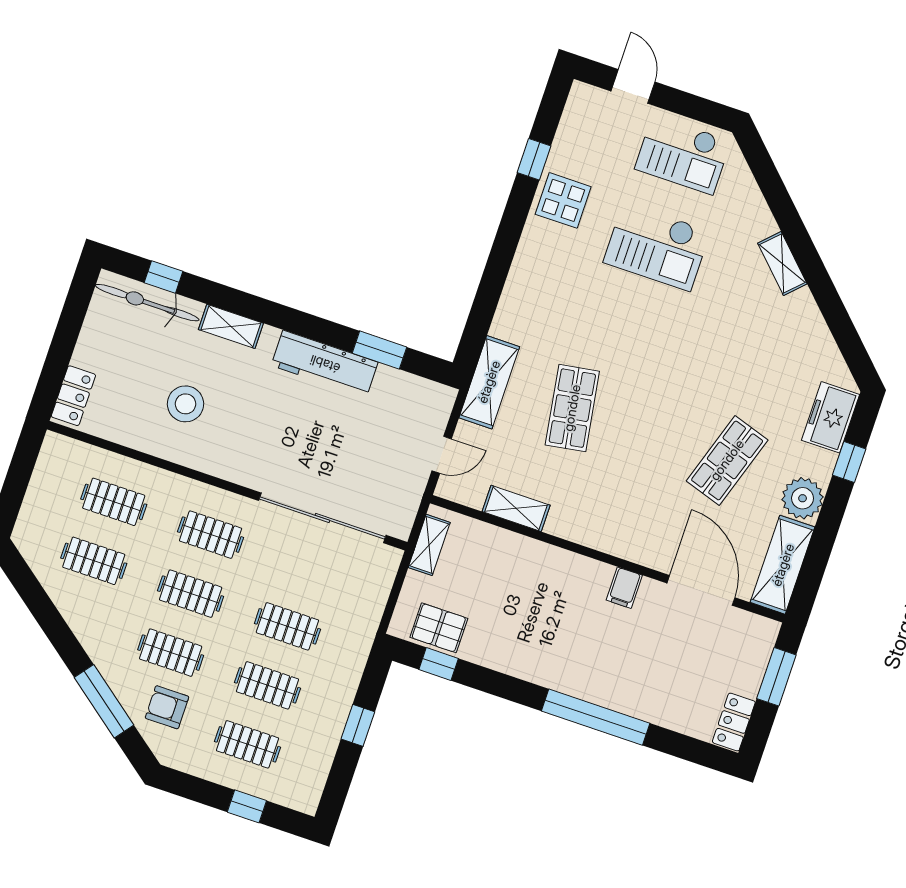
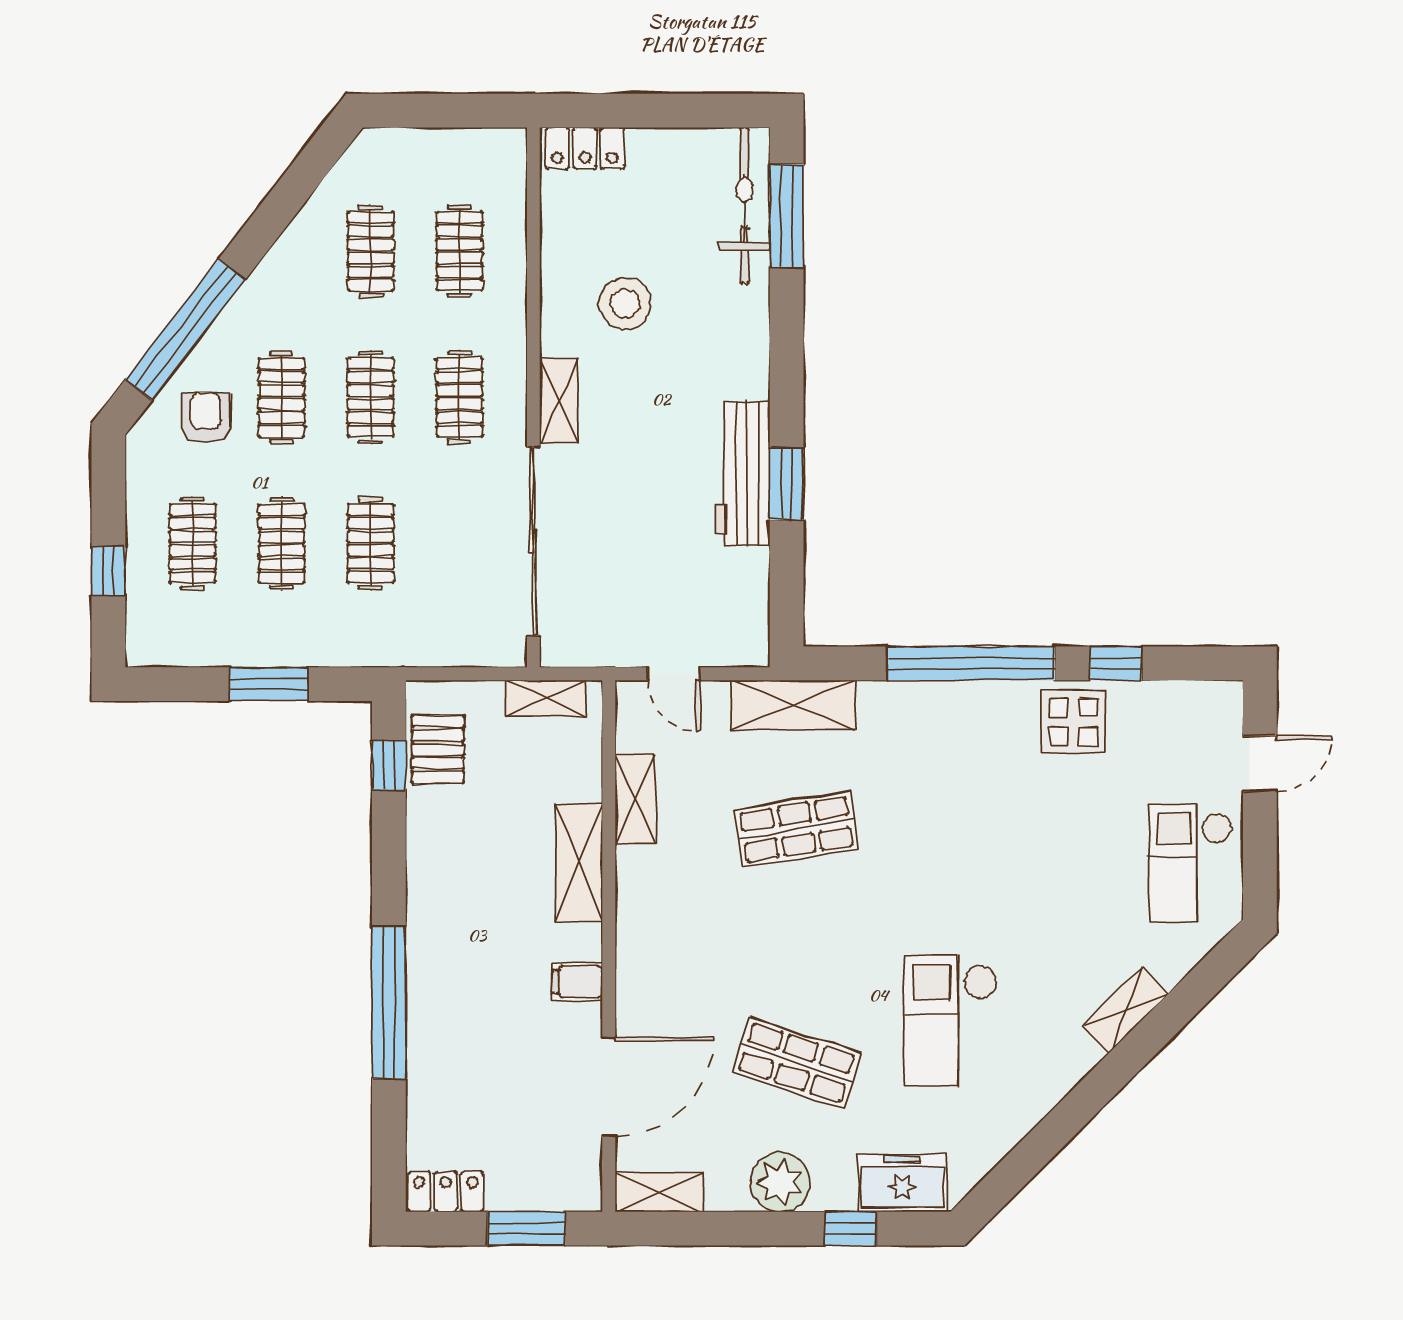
checkout: (657, 247) -> (950, 1021), moved
window: (501, 255) -> (971, 663), added
shelving: (782, 264) -> (1126, 1010), moved
window: (164, 277) -> (787, 216), width x2.17
shelving: (231, 326) -> (559, 400), moved
window: (379, 350) -> (787, 484), moved
shelving: (545, 560) -> (579, 862), added
shelving: (783, 565) -> (659, 1192), width x0.67, depth x0.75
window: (104, 701) -> (185, 330), width x1.46
window: (358, 725) -> (269, 684), width x1.50

